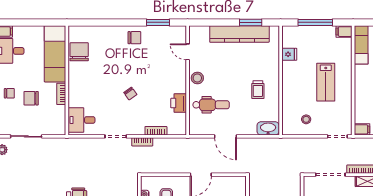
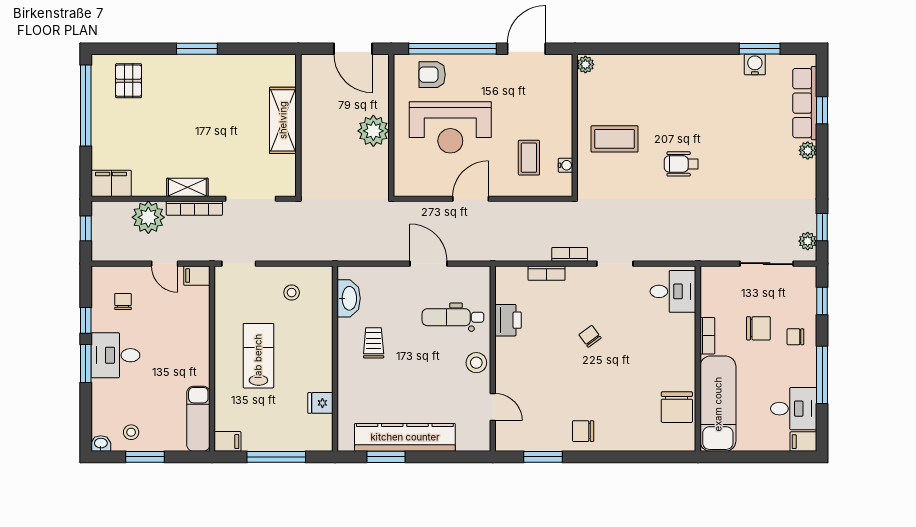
washbasin: (268, 128) -> (349, 298), moved, turned -90

